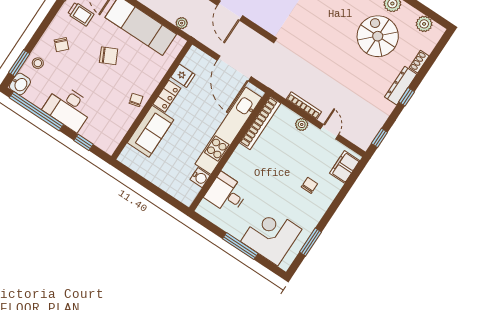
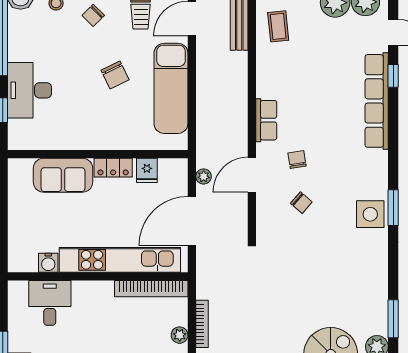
plant: (182, 23) -> (204, 176), moved
chair: (136, 100) -> (87, 137), removed
desk: (68, 108) -> (29, 90), moved

